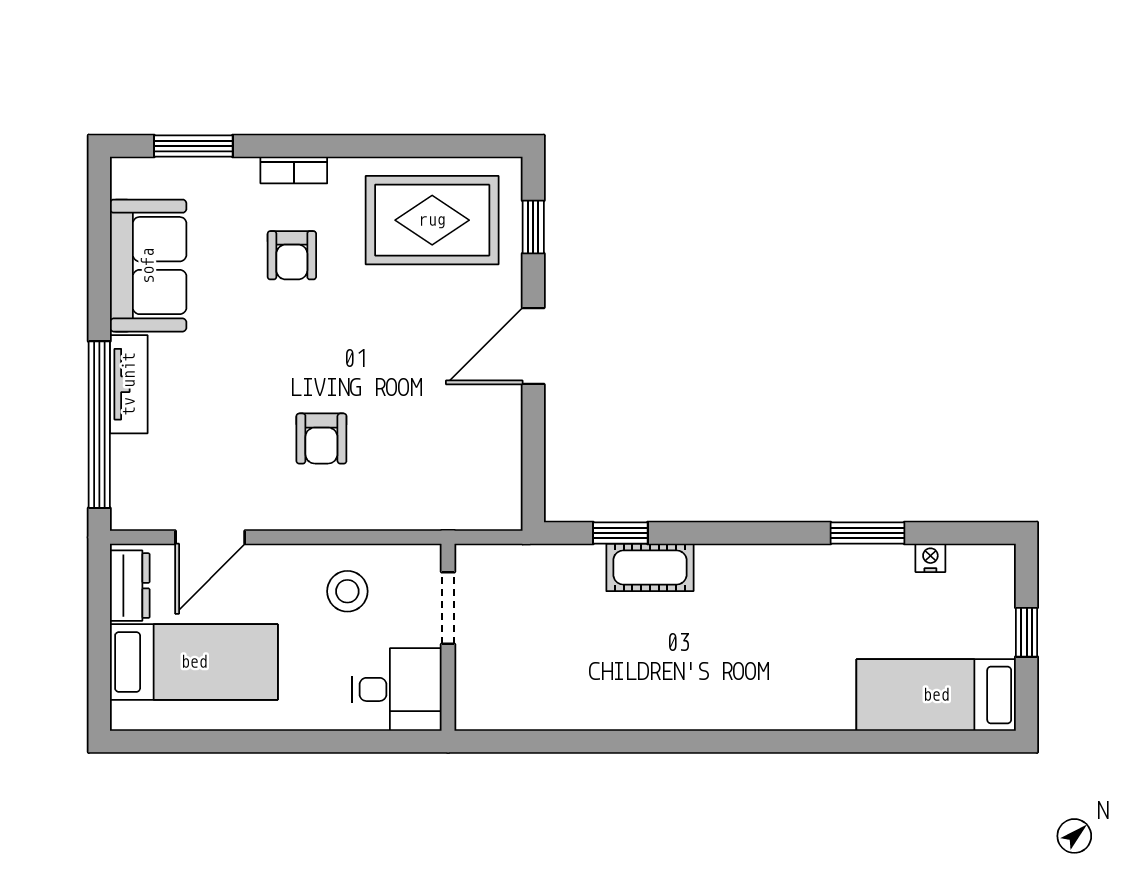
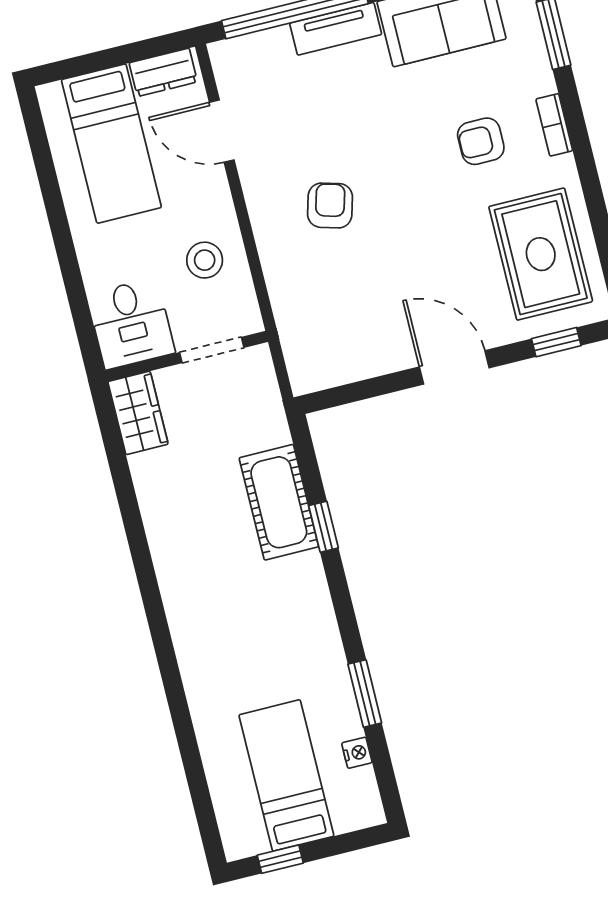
armchair: (321, 439) -> (330, 205), turned 106
window: (620, 533) -> (323, 527), moved
cot: (650, 567) -> (279, 502), width x1.37, depth x1.34
window: (1027, 632) -> (280, 859), moved
bed: (936, 695) -> (286, 775), moved
wardrobe: (497, 706) -> (138, 413), added

